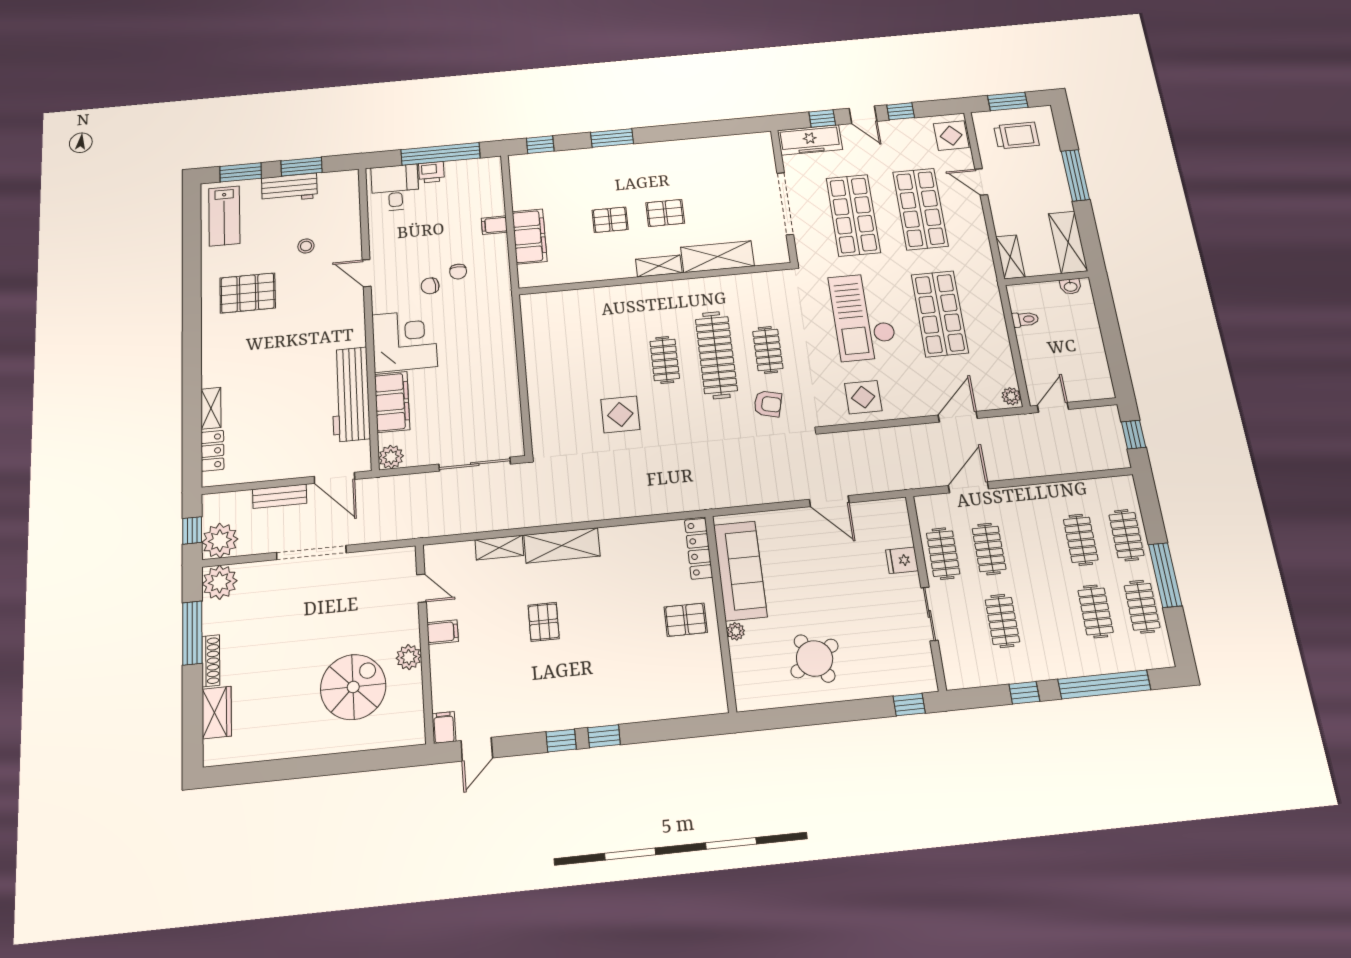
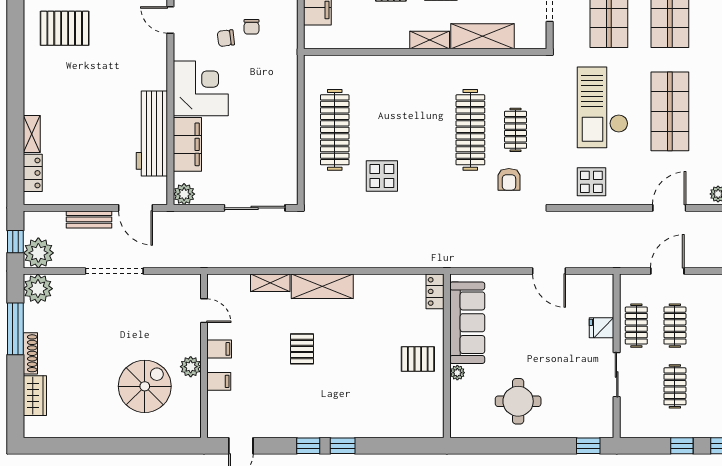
clothes rail: (665, 360) -> (335, 130), moved, width x1.86, depth x1.31
armchair: (768, 404) -> (509, 179), turned 76
locker: (699, 549) -> (435, 291), width x0.66
round table: (815, 658) -> (518, 401), turned 31
filing cabinet: (444, 727) -> (219, 381), moved, turned 90

